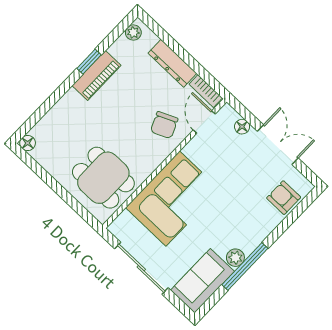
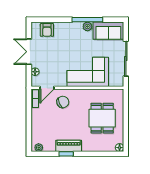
dresser: (172, 63) -> (36, 121), removed
dining table: (103, 178) -> (102, 118), moved

